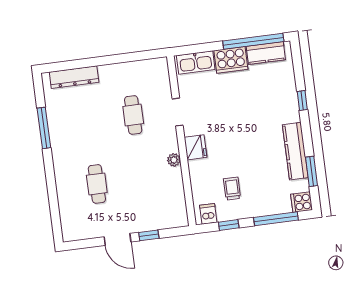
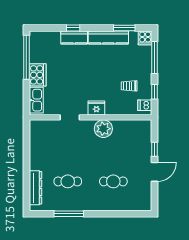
kitchen counter: (266, 53) -> (74, 38), moved, turned 90
cafe table: (133, 115) -> (68, 181), moved
plant: (174, 160) -> (103, 129), width x1.87, depth x1.87

